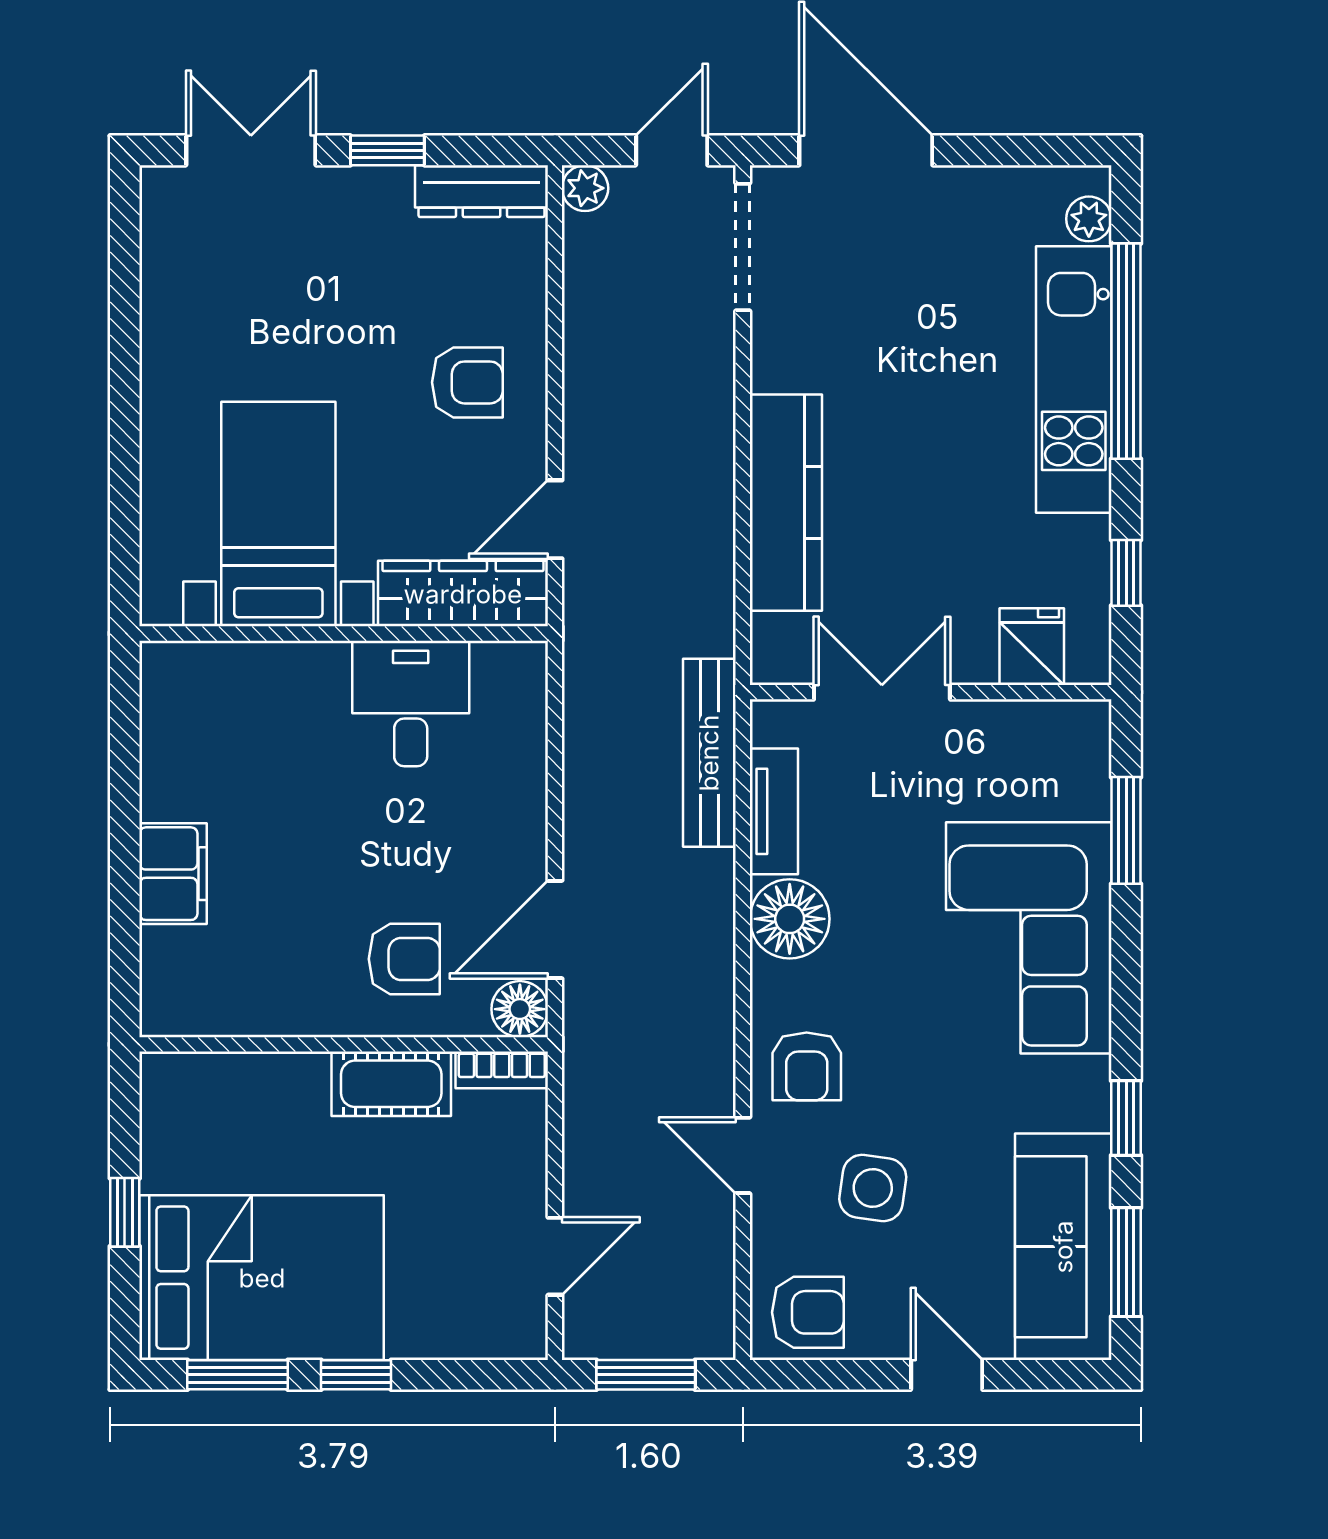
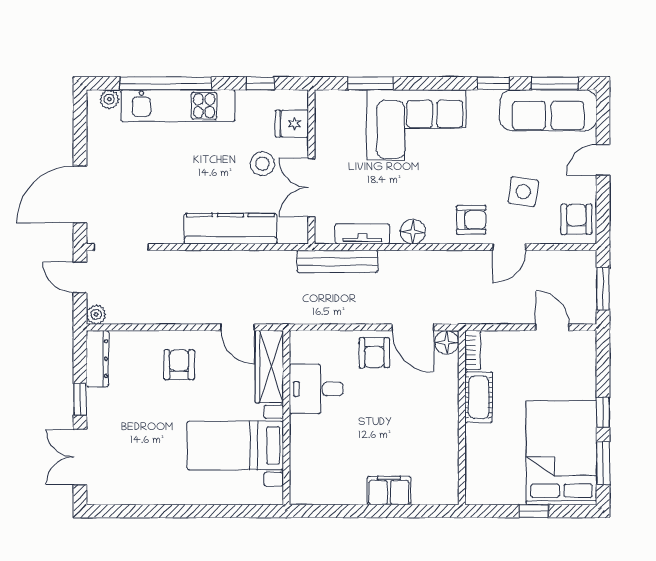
stool: (938, 577) -> (262, 164), added
floor lamp: (790, 919) -> (413, 232), width x0.73, depth x0.73
armchair: (404, 959) -> (374, 353), moved, turned 180

